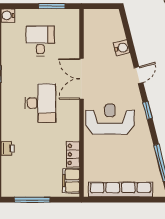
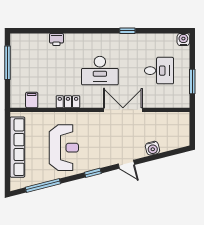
reception desk: (110, 119) -> (64, 148), moved
locker: (73, 154) -> (68, 102), moved
filing cabinet: (71, 181) -> (32, 100), width x0.50

